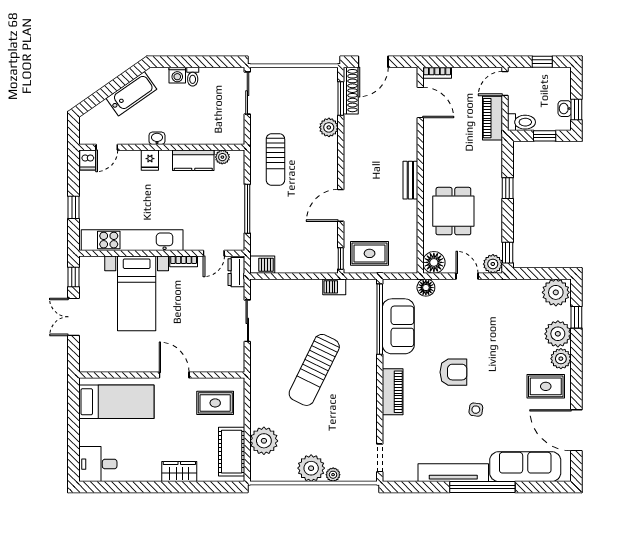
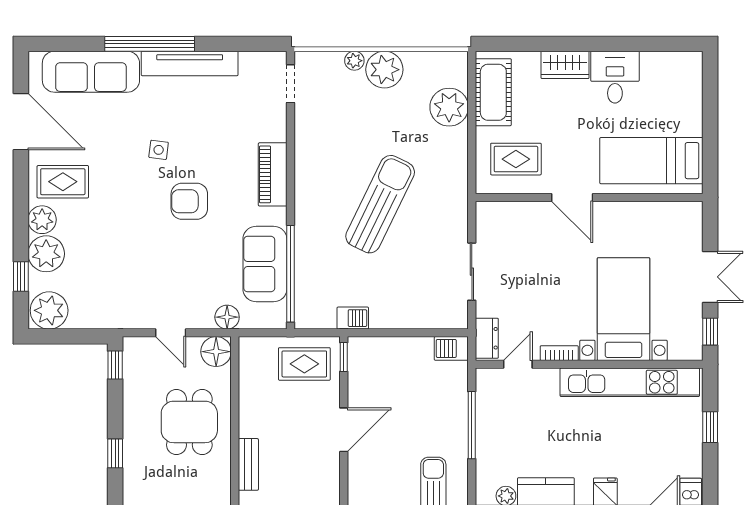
plant: (493, 264) -> (135, 349), removed
desk: (98, 464) -> (615, 77), moved, turned -90

